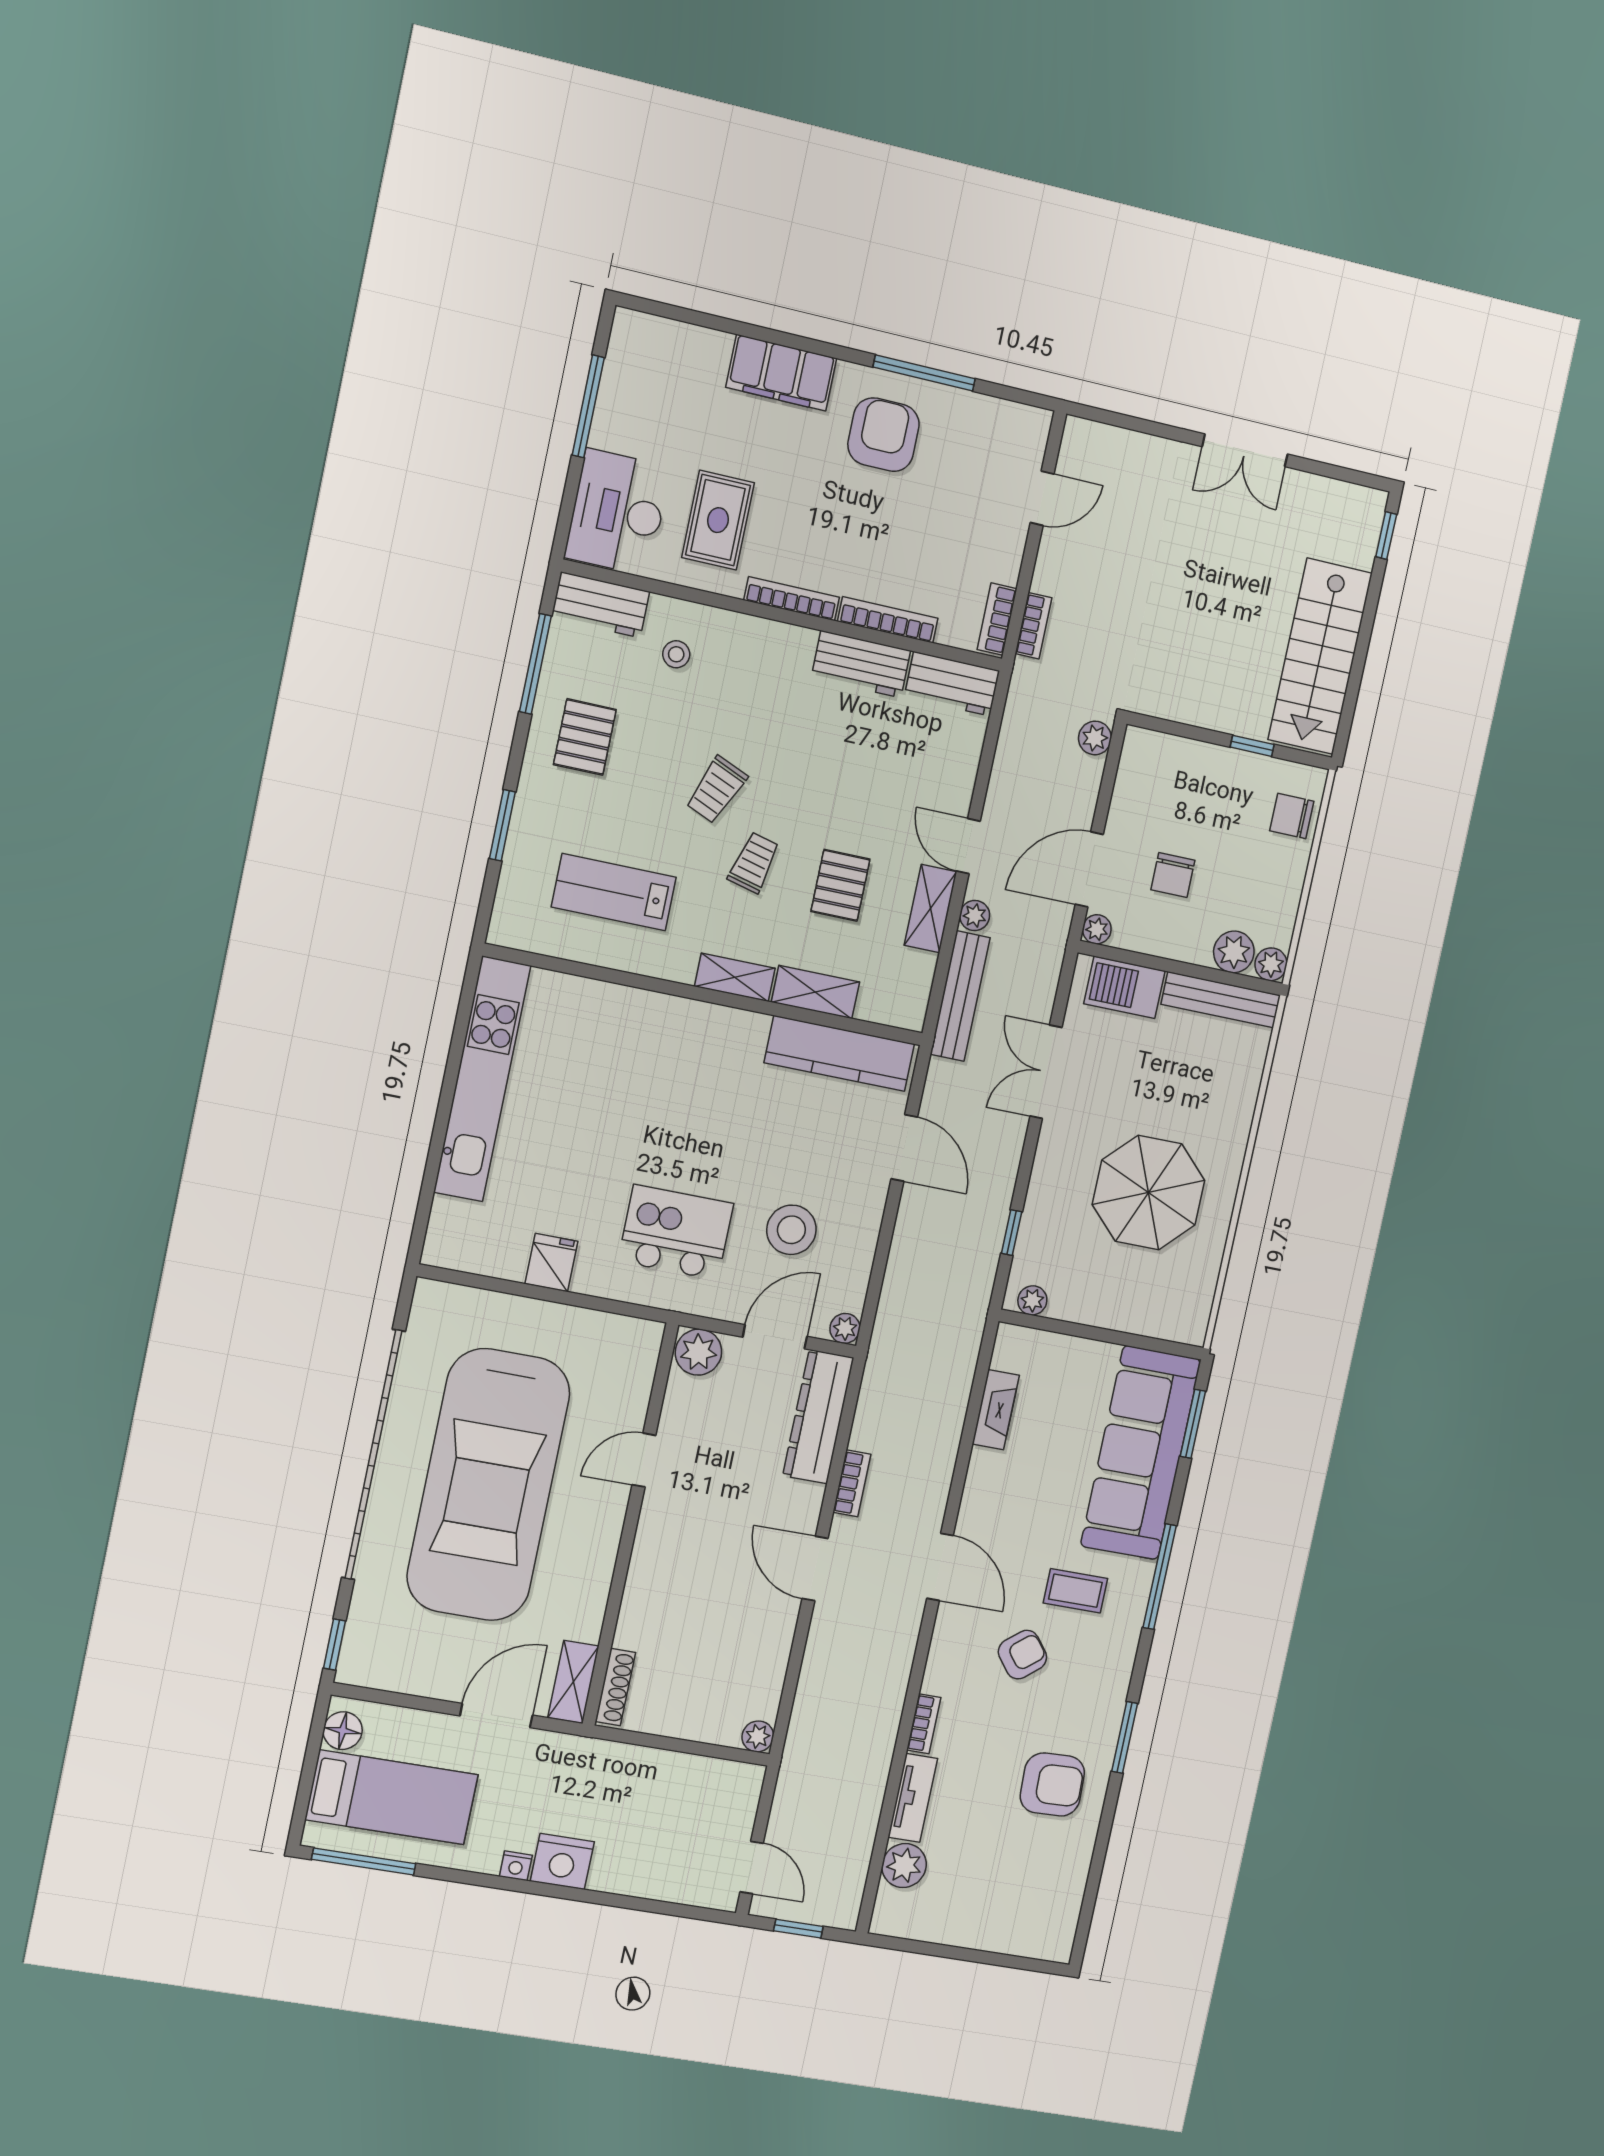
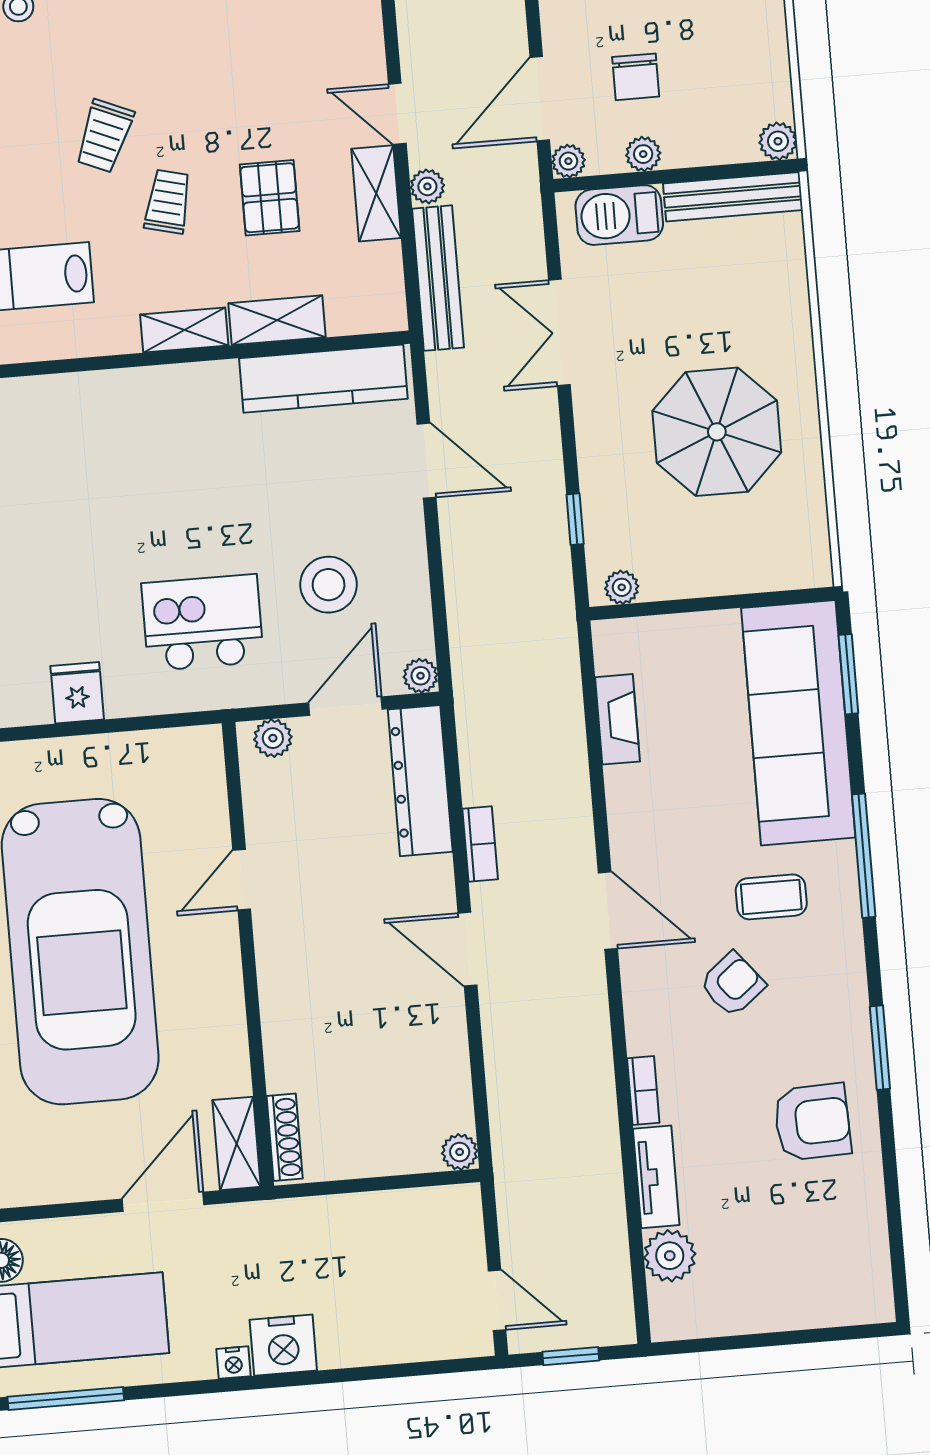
plant: (1234, 952) -> (643, 154), moved, width x0.73, depth x0.73
plant: (698, 1352) -> (273, 738), width x0.73, depth x0.73

